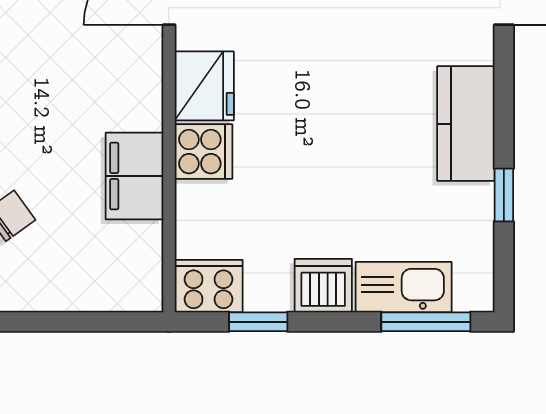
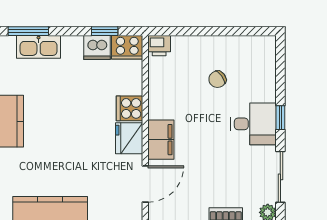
filing cabinet: (134, 176) -> (161, 140), moved
dishwasher: (323, 286) -> (97, 47), moved
printer: (138, 290) -> (159, 46), added

